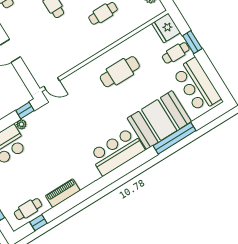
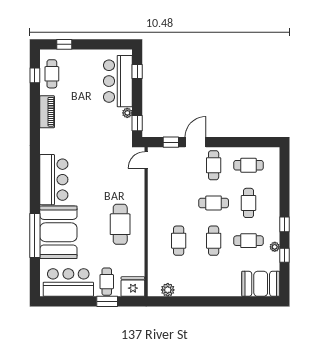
cafe table: (20, 23) -> (214, 165), added
window: (23, 72) -> (171, 142), added

